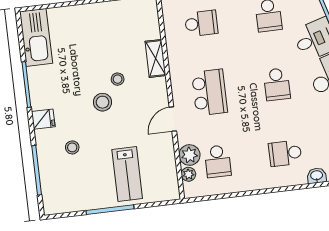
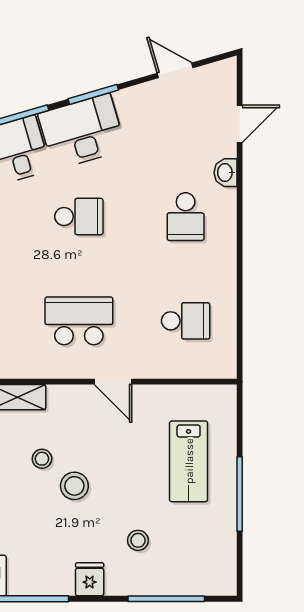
plant: (189, 155) -> (171, 363), removed
lab bench: (127, 174) -> (189, 461), turned 90
plant: (188, 174) -> (200, 368), removed

